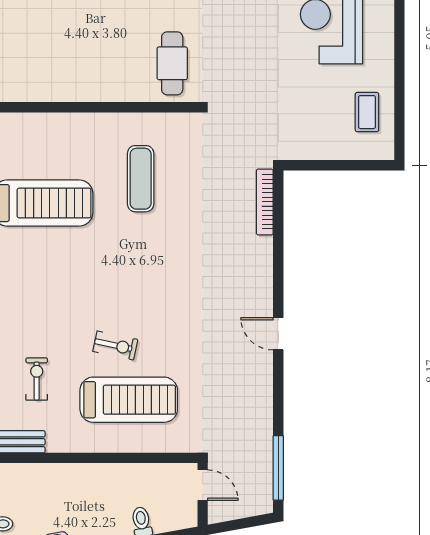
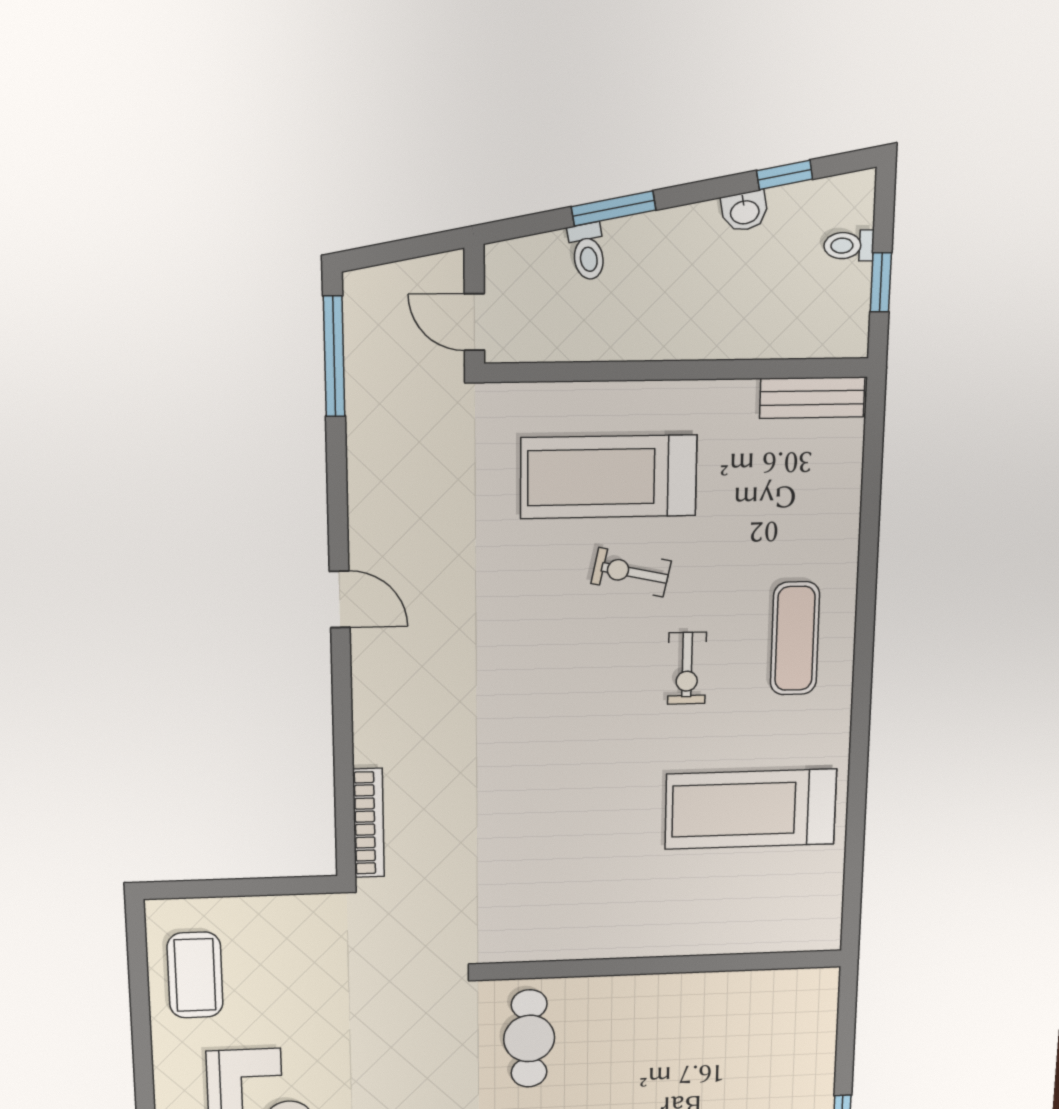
coffee table: (367, 112) -> (195, 975), width x1.36, depth x1.30
exercise mat: (141, 179) -> (795, 639), moved
exercise bike: (37, 379) -> (687, 668), moved

